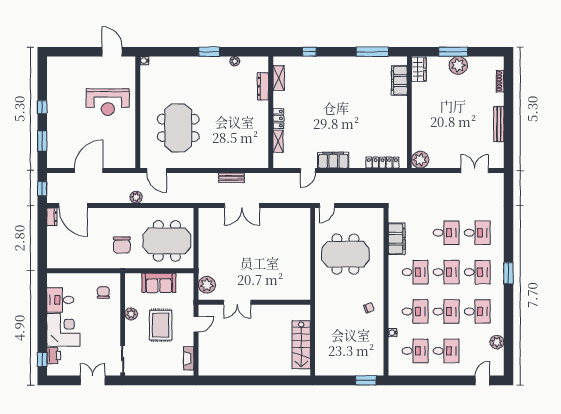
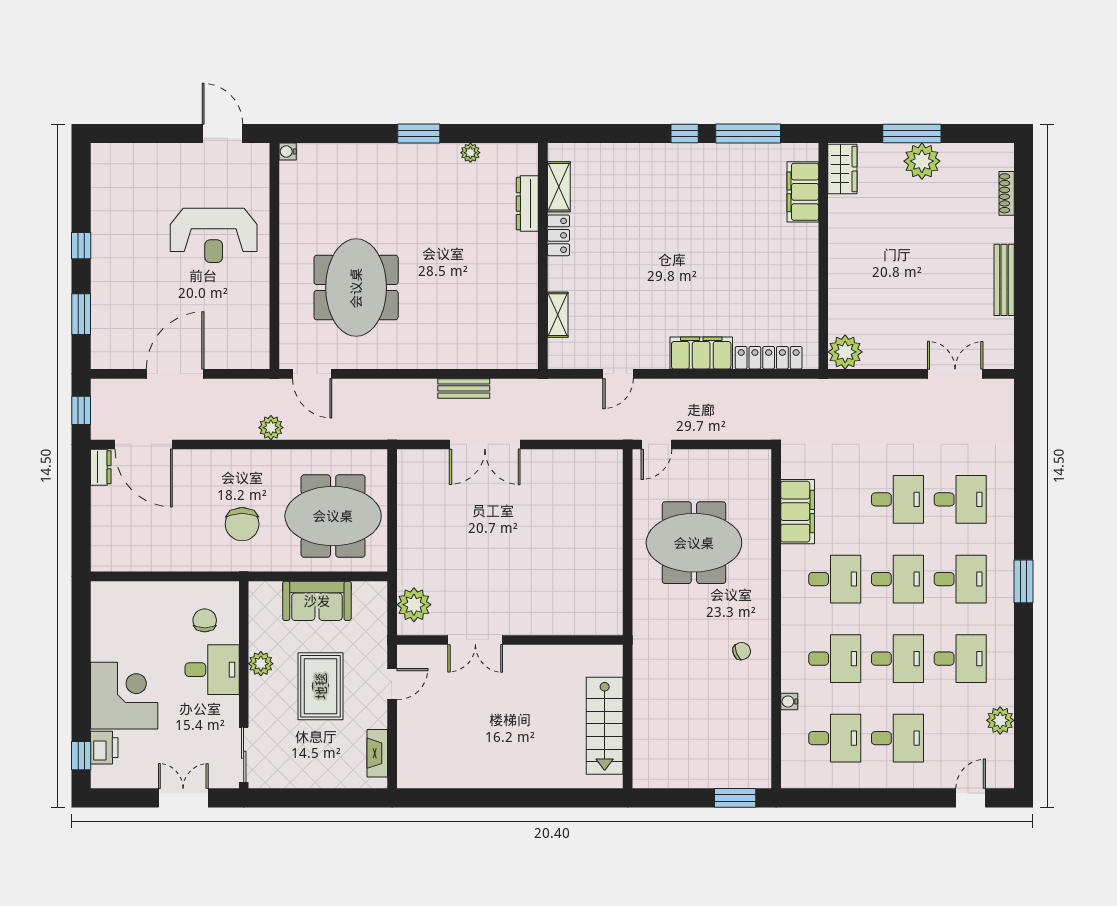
window: (309, 52) -> (685, 134), moved
locker: (278, 118) -> (559, 235), moved
filing cabinet: (333, 160) -> (701, 353), moved
desk: (60, 300) -> (212, 670), moved, turned 180

